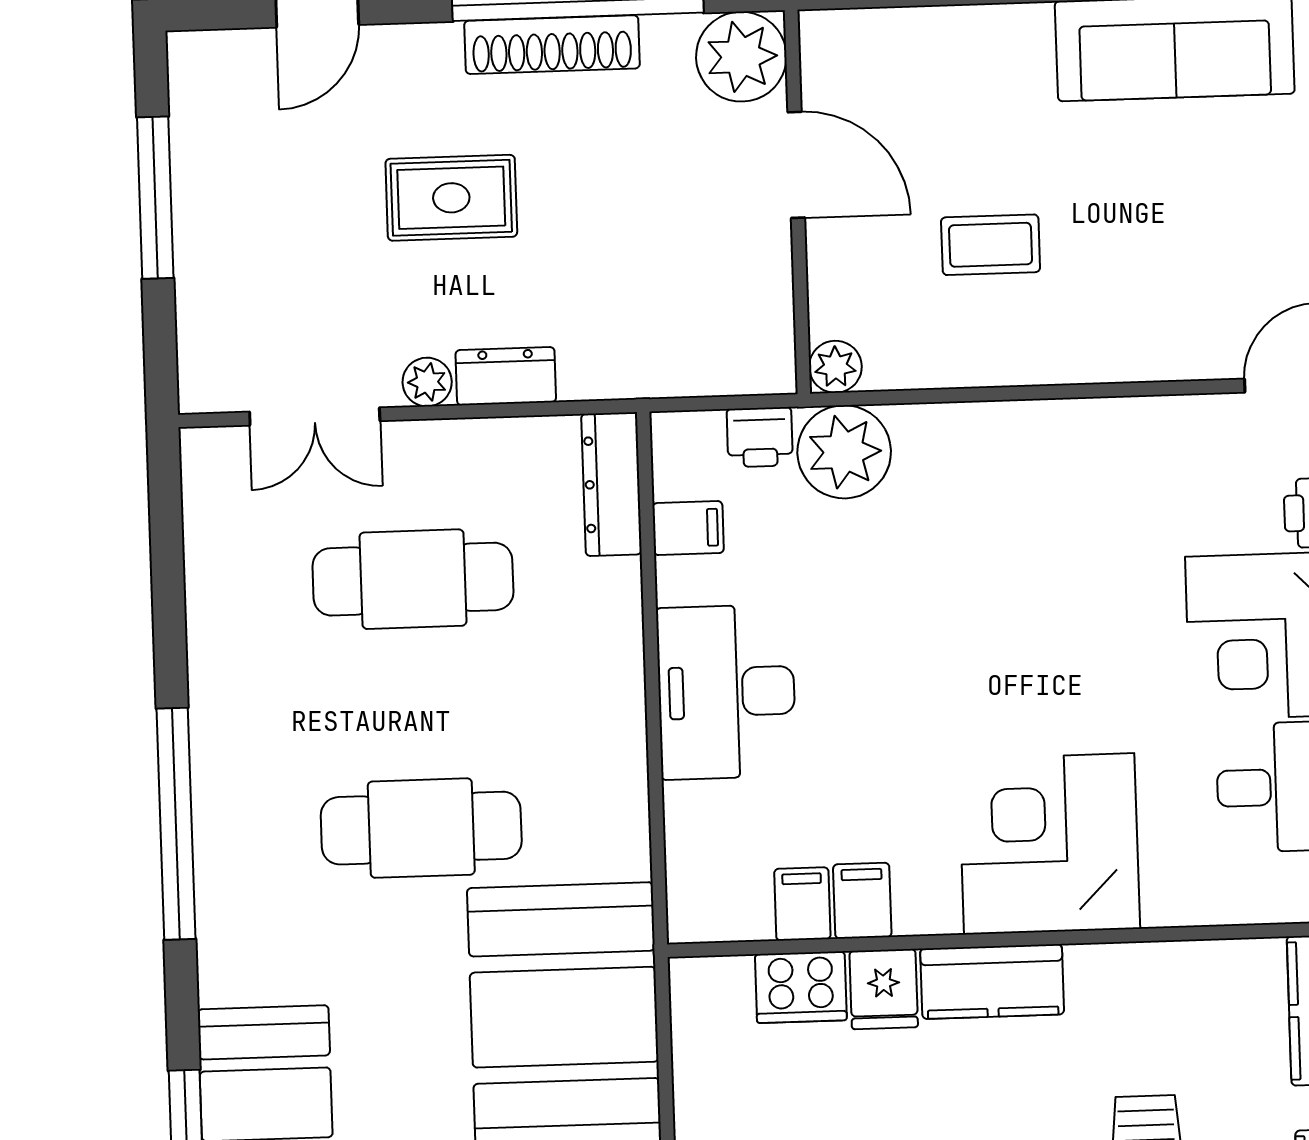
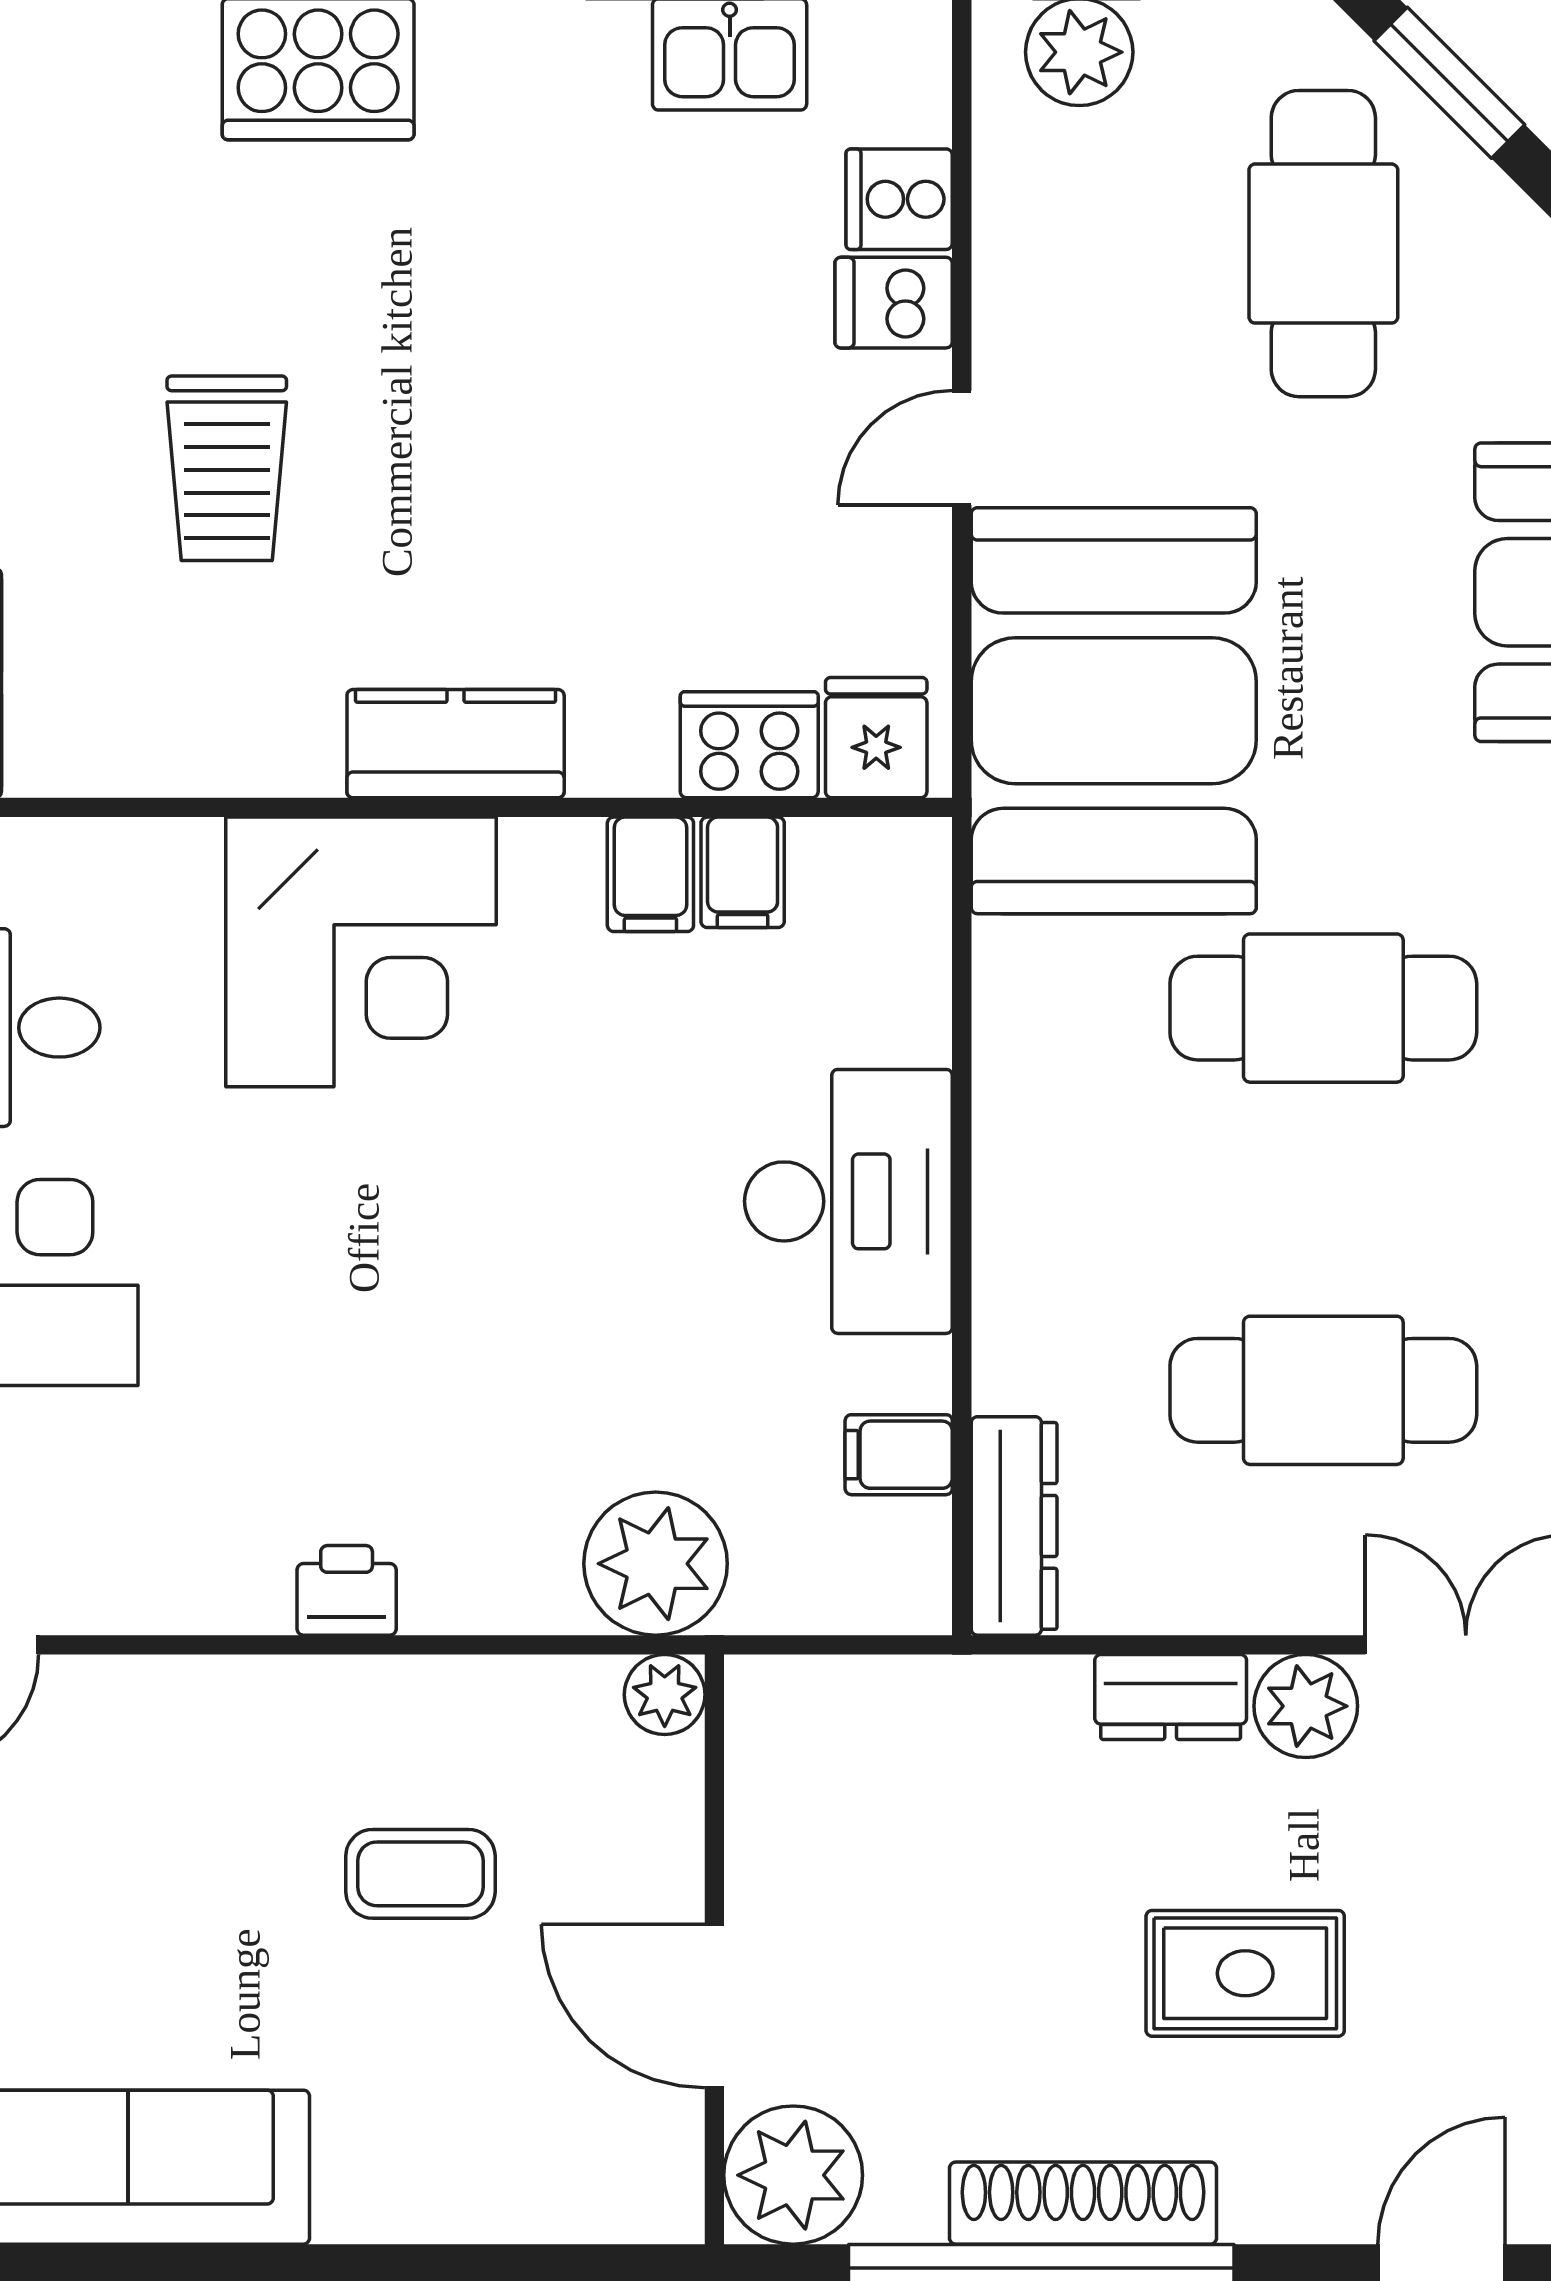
plant: (427, 382) -> (1306, 1706), width x1.38, depth x1.38
printer: (760, 437) -> (347, 1590), moved
fridge: (884, 989) -> (876, 738), moved

